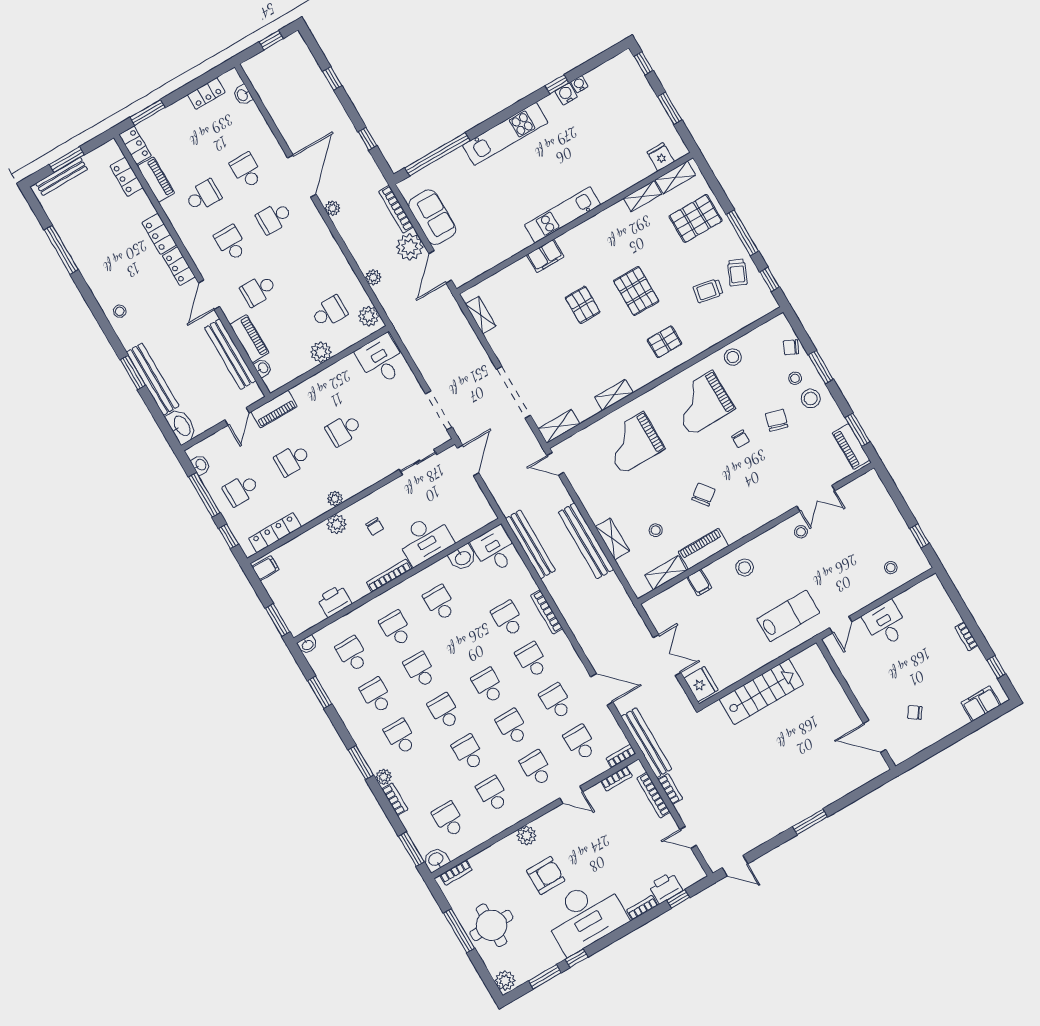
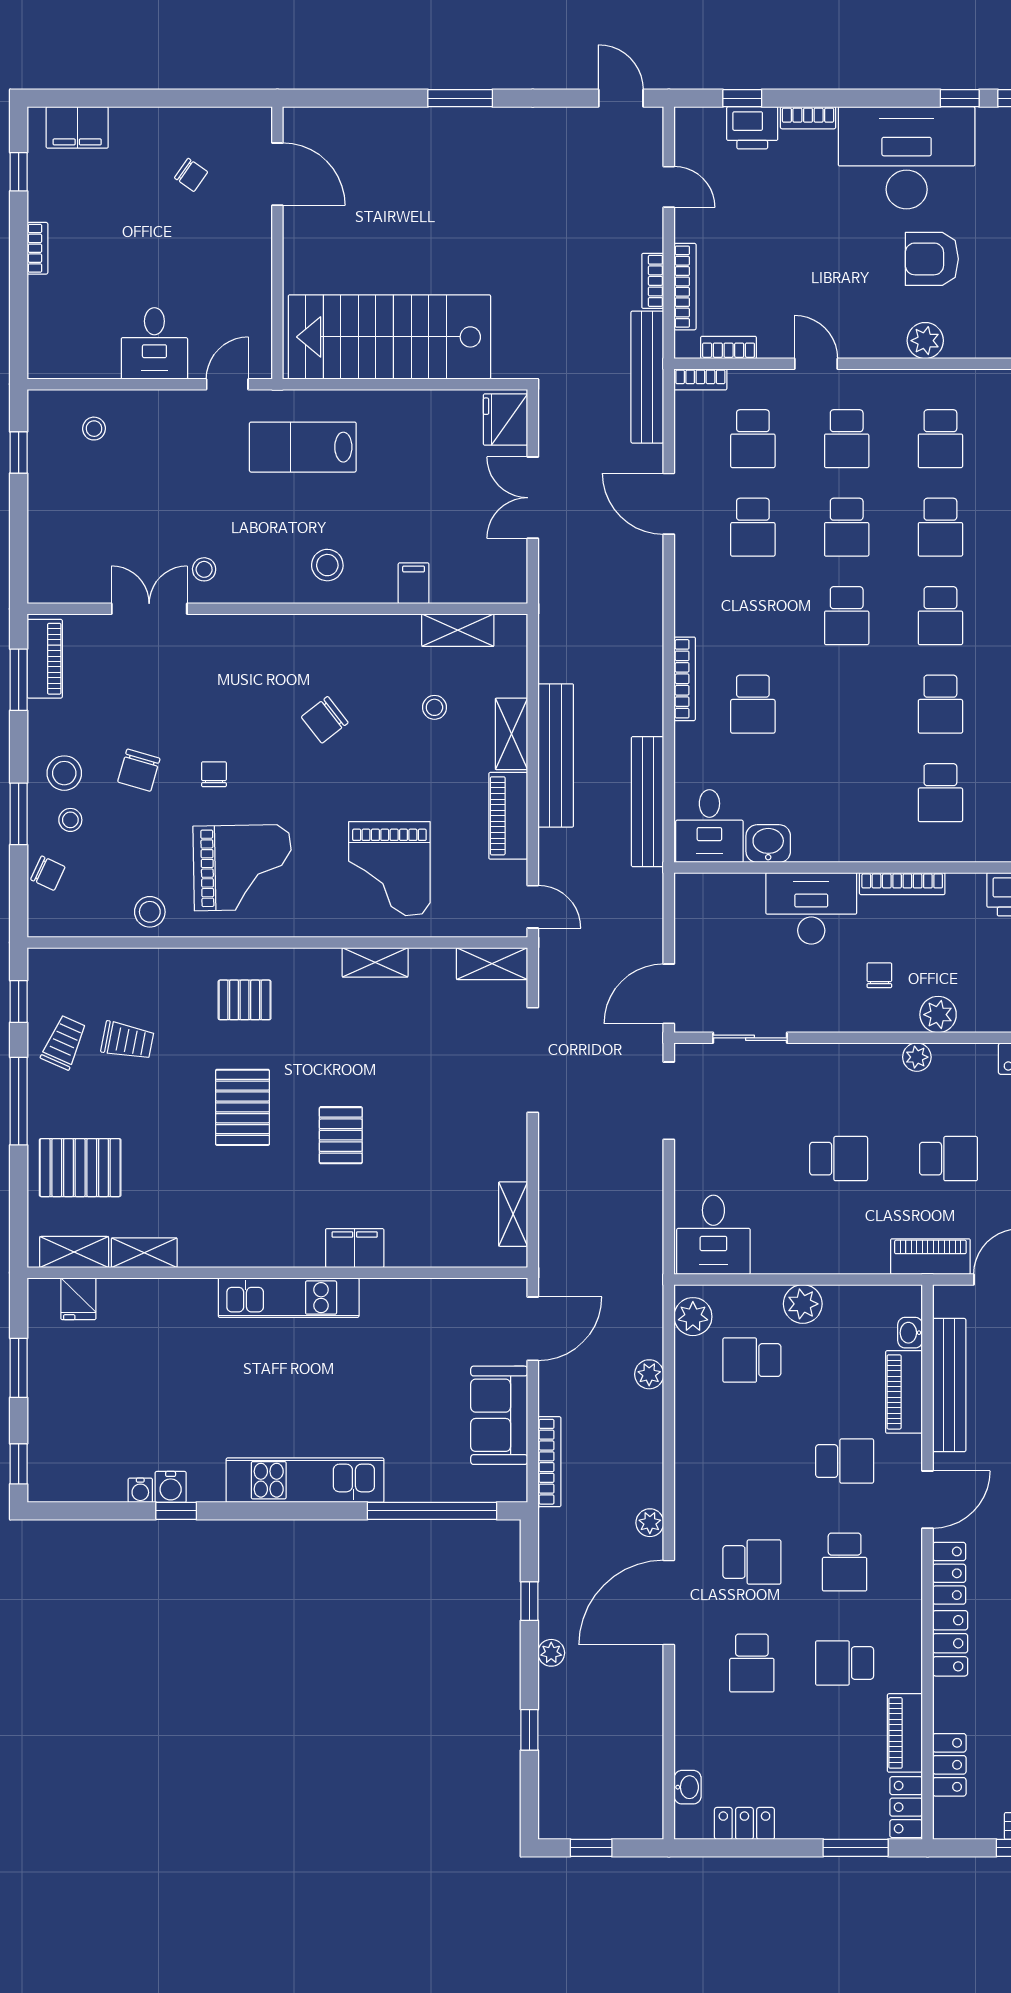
plant: (410, 247) -> (551, 1653), moved, width x0.53, depth x0.53
grand piano: (633, 443) -> (389, 869), turned 90
piano: (703, 549) -> (508, 816), moved, turned 90
school desk: (440, 603) -> (847, 793), removed
school desk: (532, 660) -> (753, 616), removed
stairs: (761, 692) -> (389, 337), width x1.36, depth x1.51

